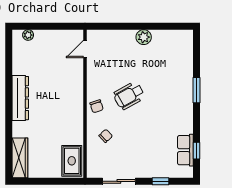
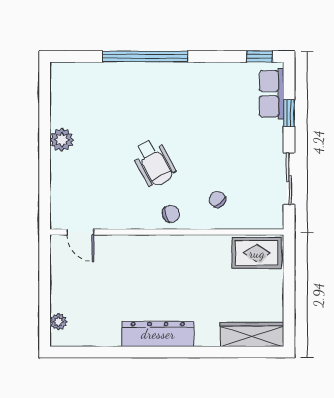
window: (196, 90) -> (145, 57), width x2.11
row of seats: (185, 150) -> (272, 94), moved, turned 90
window: (196, 151) -> (259, 57), moved

